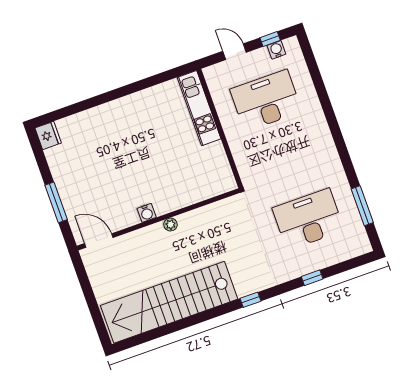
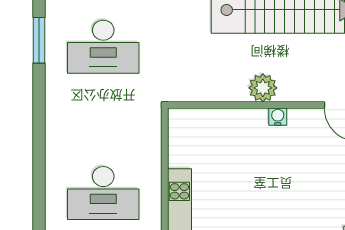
plant: (170, 225) -> (263, 88), width x1.88, depth x1.88

